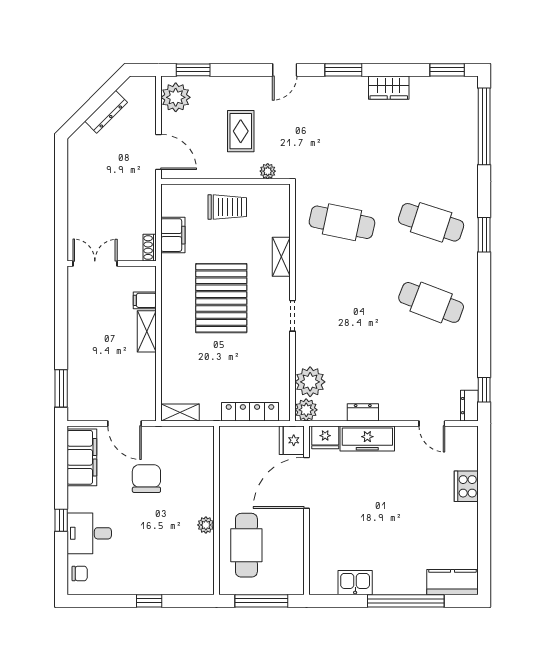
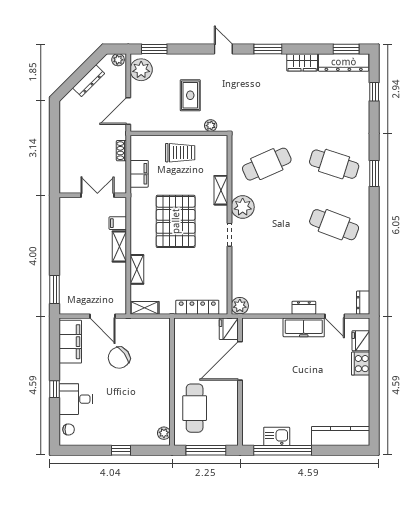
door: (285, 70) -> (223, 49), swing flipped
plant: (145, 84) -> (118, 60), added
dresser: (444, 88) -> (344, 62), added
window: (484, 126) -> (374, 92), width x0.32
door: (159, 152) -> (128, 111), swing flipped
cafe table: (342, 222) -> (267, 164), turned -36
shoe rack: (150, 248) -> (121, 151), moved
double door: (95, 263) -> (97, 195), moved
shelving: (170, 362) -> (137, 269), added
plant: (310, 382) -> (243, 207), moved
window: (484, 390) -> (374, 291), removed
dresser: (363, 412) -> (304, 308), moved
fridge: (325, 437) -> (361, 341), moved, turned 90
freezer: (367, 438) -> (304, 327), moved
chair: (146, 479) -> (119, 358), turned -127
plant: (206, 525) -> (164, 433), moved
kitchen counter: (452, 582) -> (341, 436), width x1.50
window: (406, 601) -> (283, 450), moved

